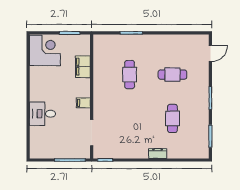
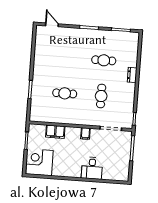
cafe table: (172, 75) -> (101, 96), moved

